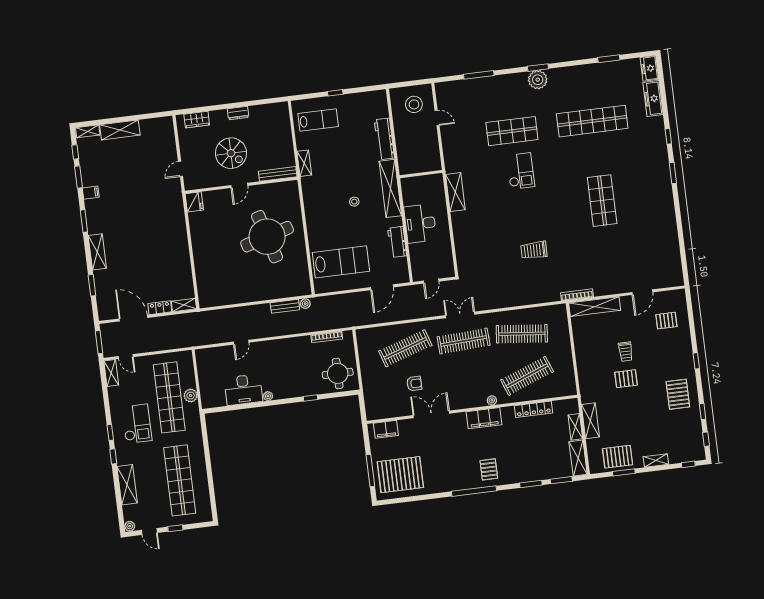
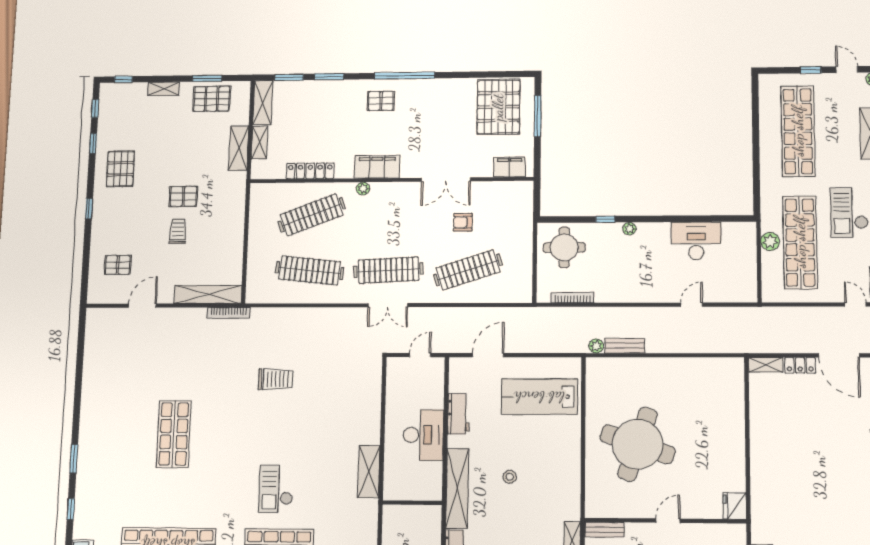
bench: (278, 174) -> (605, 530), width x0.73
round table: (267, 237) -> (638, 444), turned 35
plant: (268, 396) -> (629, 229), moved
pallet: (489, 469) -> (381, 101), turned 90
pallet: (400, 475) -> (498, 107), turned 90

